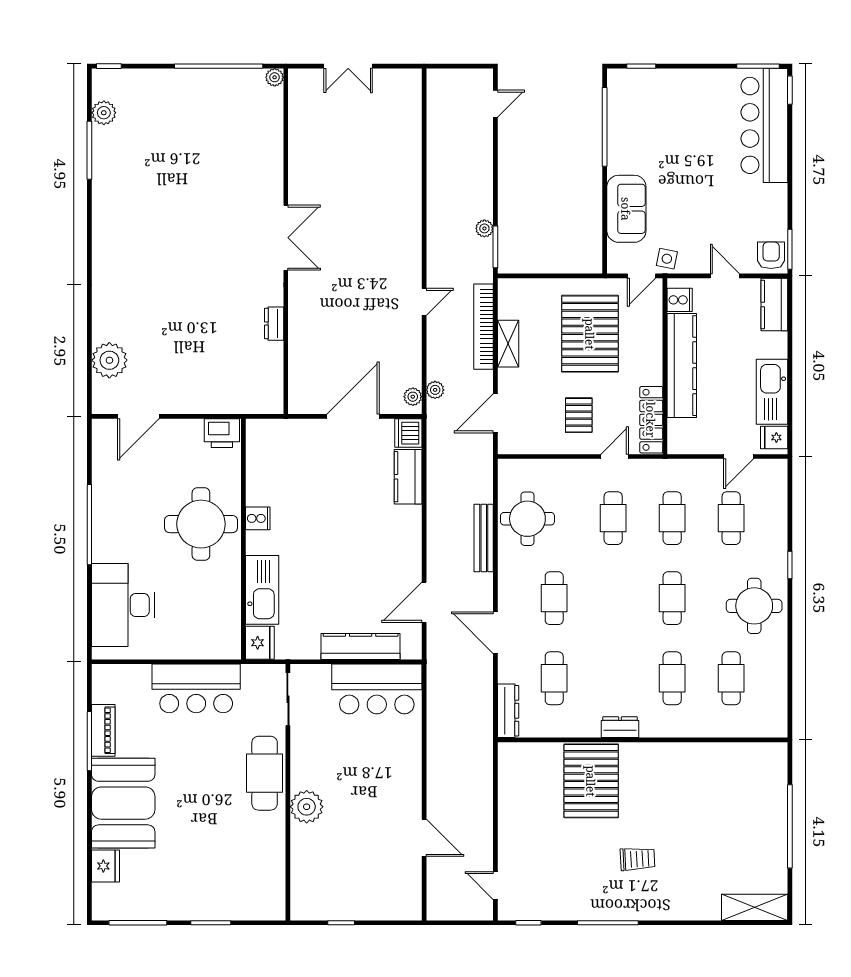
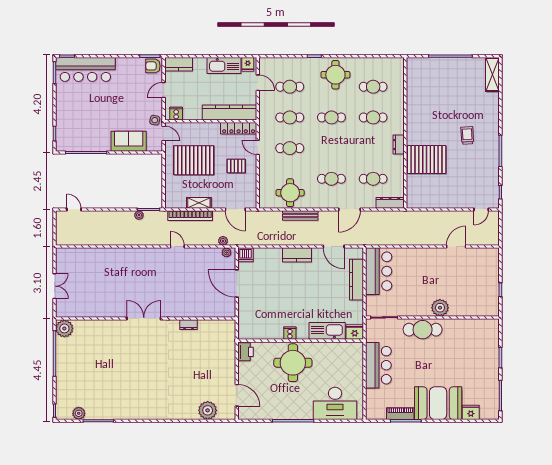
plant: (275, 77) -> (64, 328), width x1.87, depth x1.87
kitchen counter: (682, 366) -> (229, 112), moved
kitchen counter: (408, 477) -> (297, 255), moved

